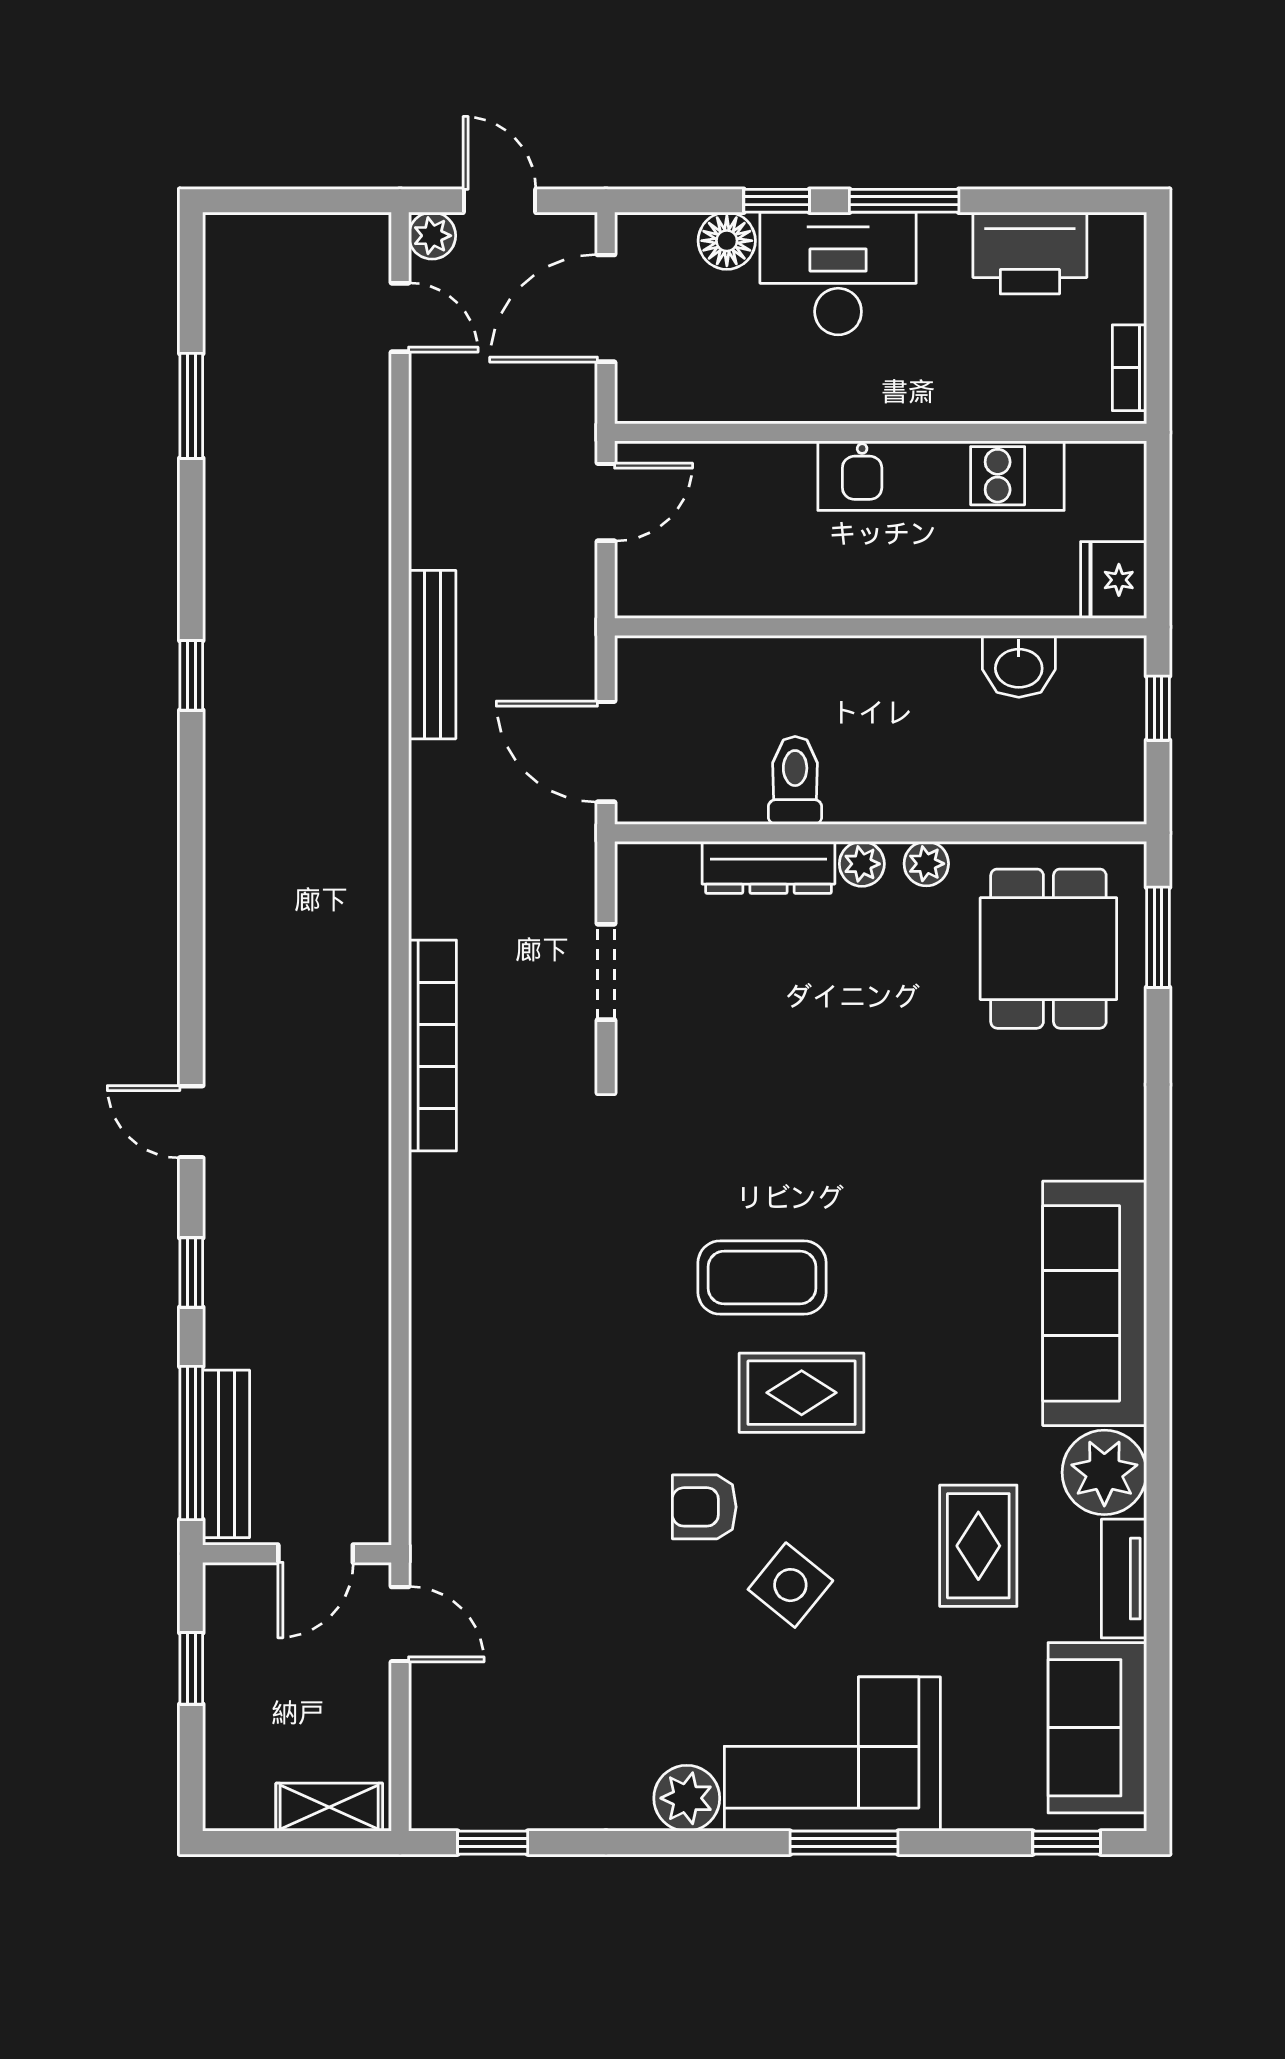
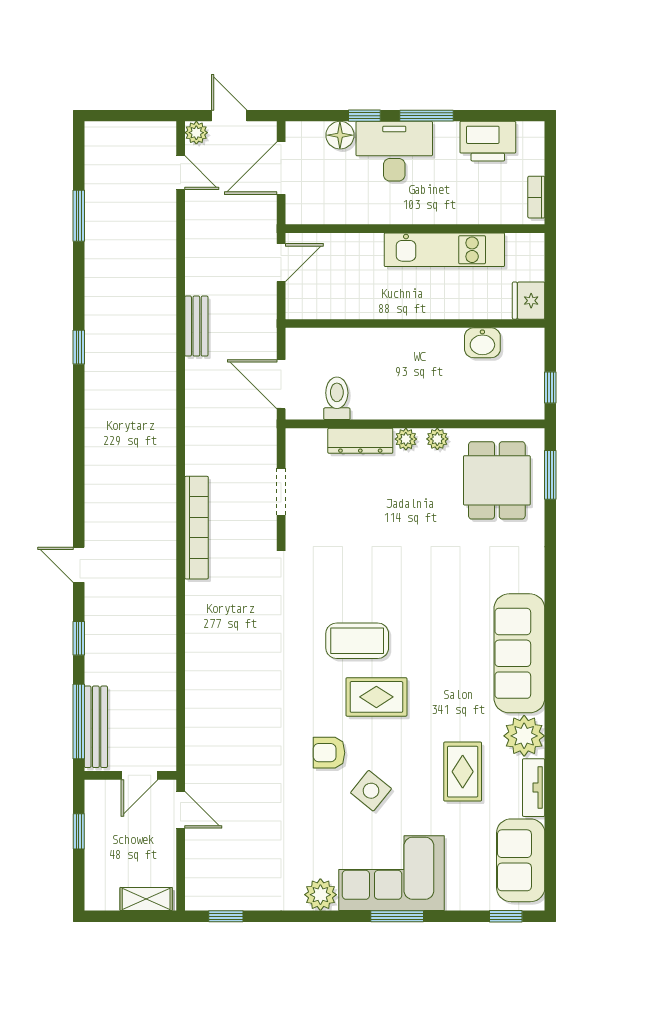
bench: (432, 655) -> (196, 326), width x0.73
window: (1158, 708) -> (550, 388), moved
toilet: (795, 780) -> (337, 398), moved

